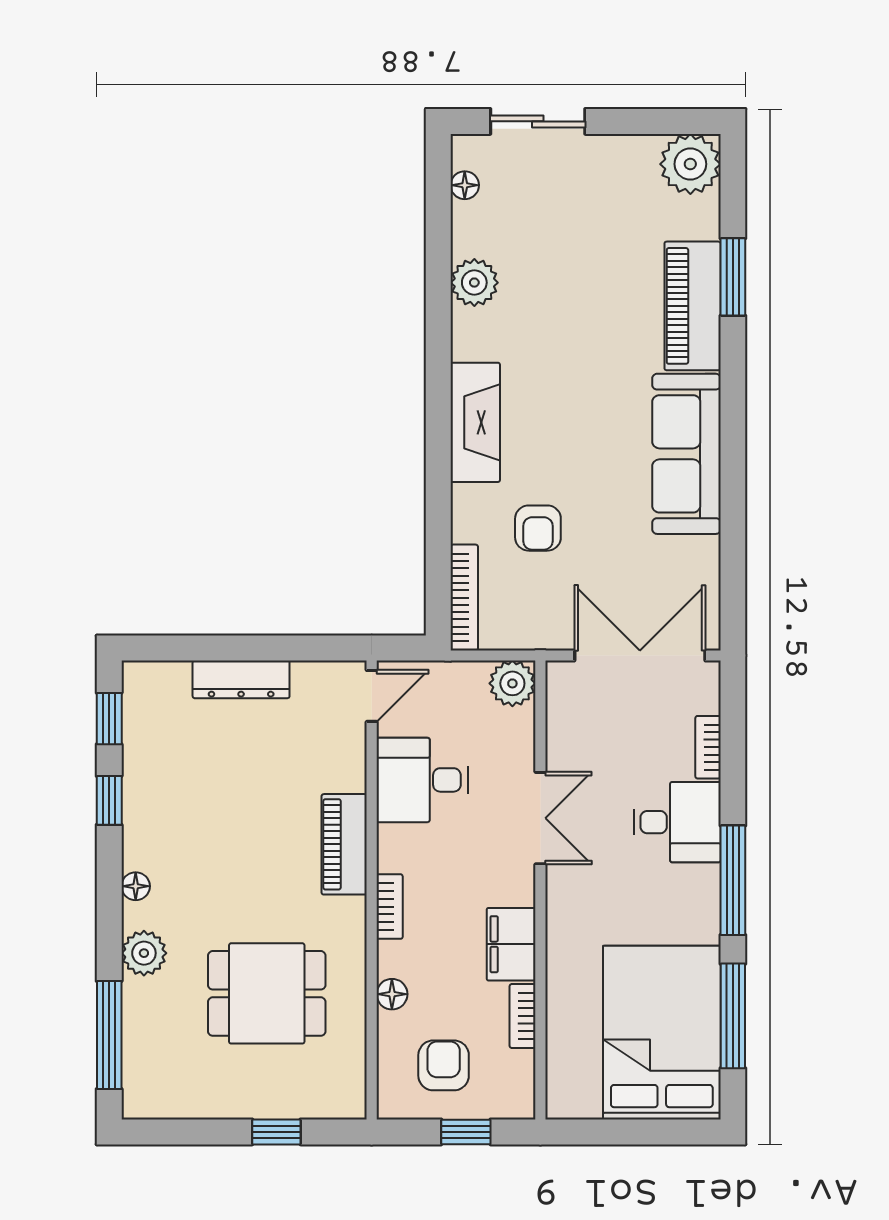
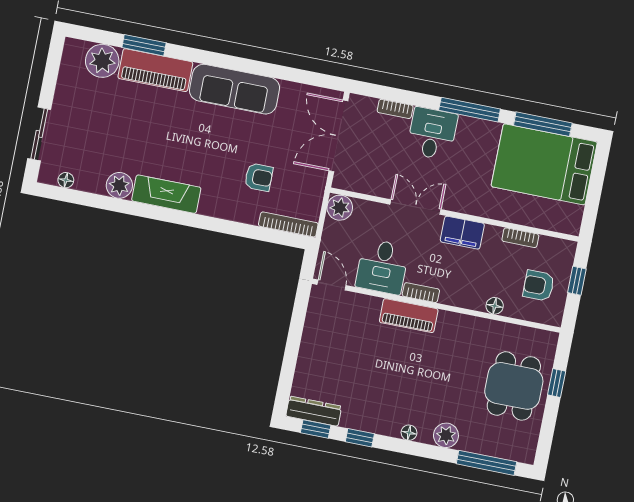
plant: (690, 164) -> (102, 61), moved
fireplace: (475, 422) -> (166, 194), moved
dresser: (241, 679) -> (314, 411), moved, turned -90
bookcase: (390, 907) -> (421, 293), moved
filing cabinet: (511, 944) -> (462, 233), moved
dining table: (267, 993) -> (514, 386), moved

